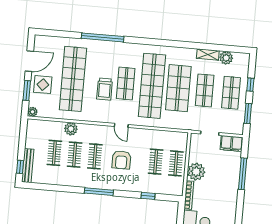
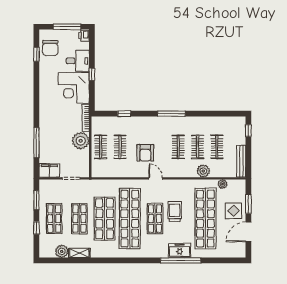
freezer: (103, 48) -> (180, 251), added
plant: (33, 112) -> (223, 184), moved
armchair: (121, 160) -> (145, 153), moved, turned 180
bench: (28, 166) -> (241, 161), moved

